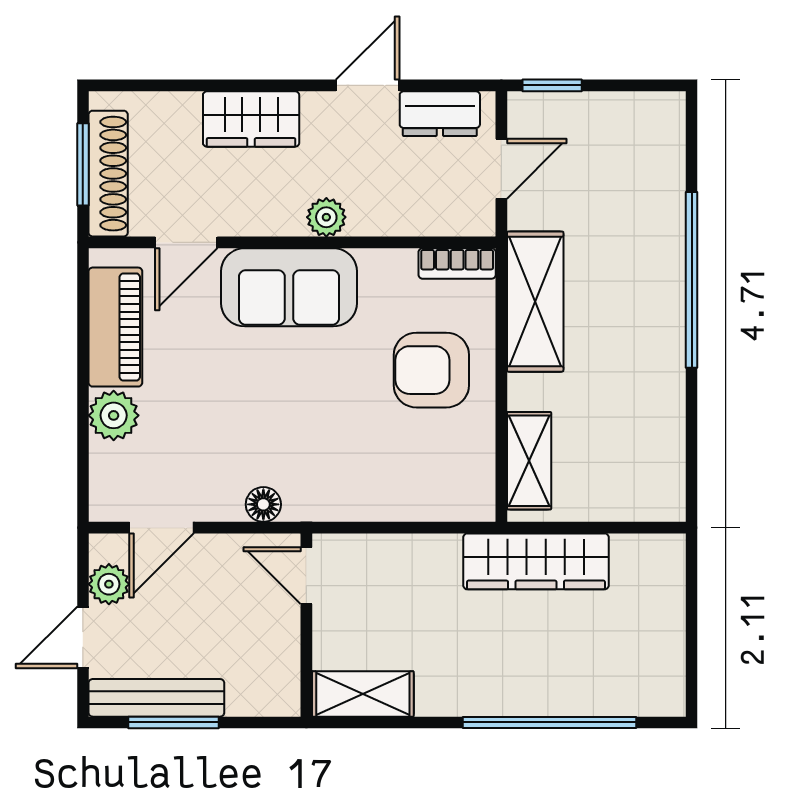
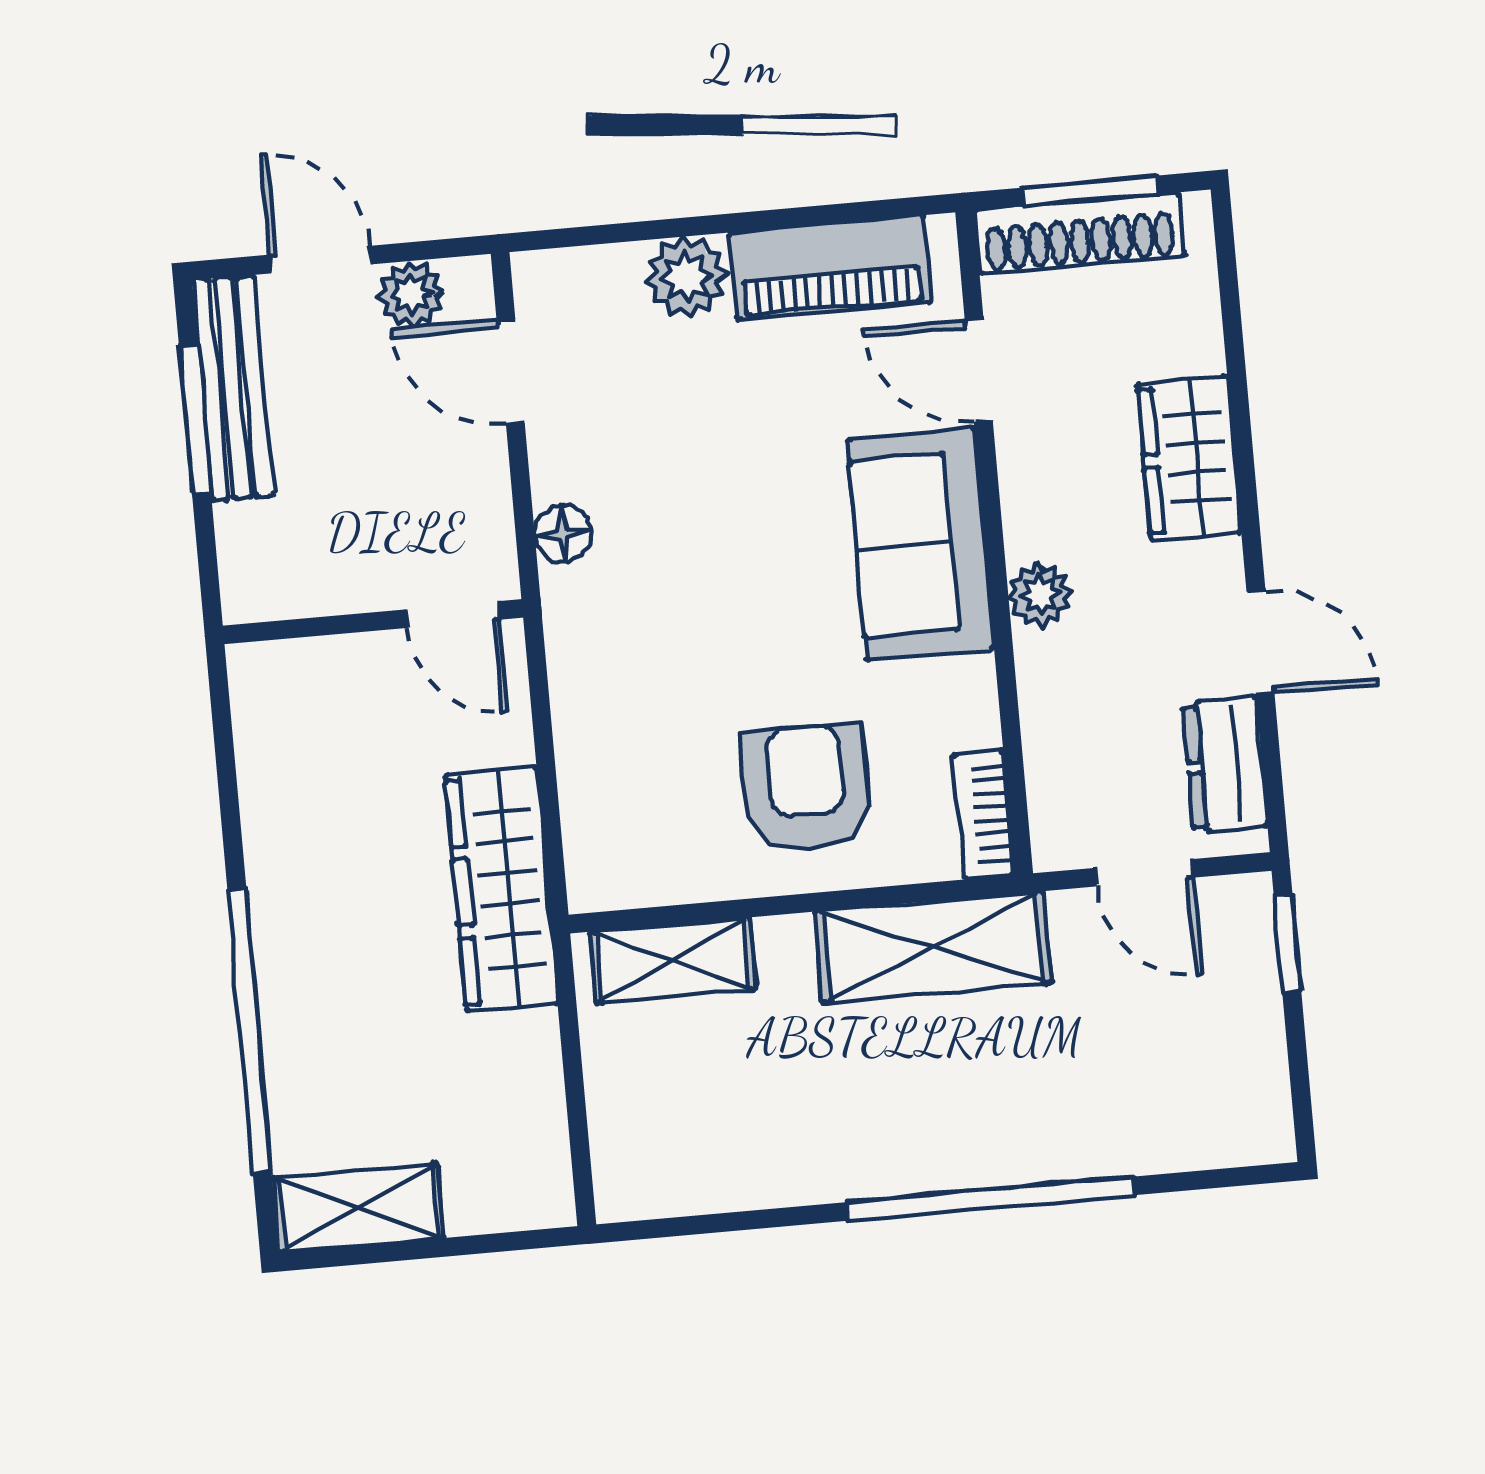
wardrobe: (536, 561) -> (501, 889), moved
door: (306, 576) -> (453, 614), swing flipped
shelving: (363, 694) -> (358, 1208), moved, turned 90

